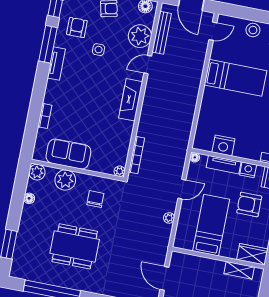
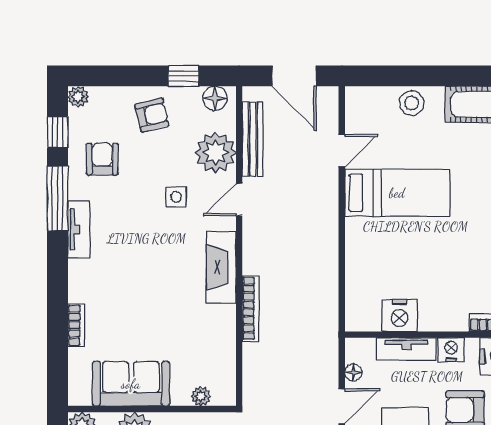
door: (213, 31) -> (342, 150), moved
side table: (99, 50) -> (176, 197), moved
bookcase: (137, 155) -> (251, 308), moved
floor lamp: (195, 157) -> (353, 372), moved
plant: (120, 171) -> (201, 396), moved

